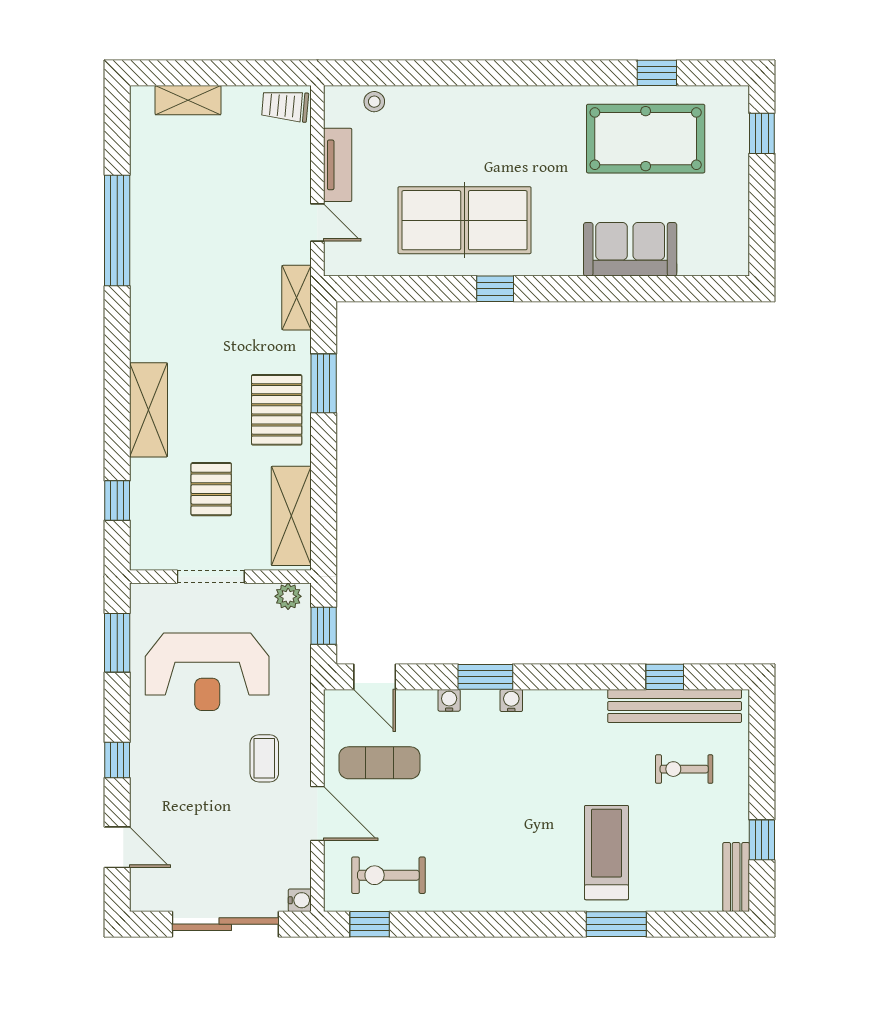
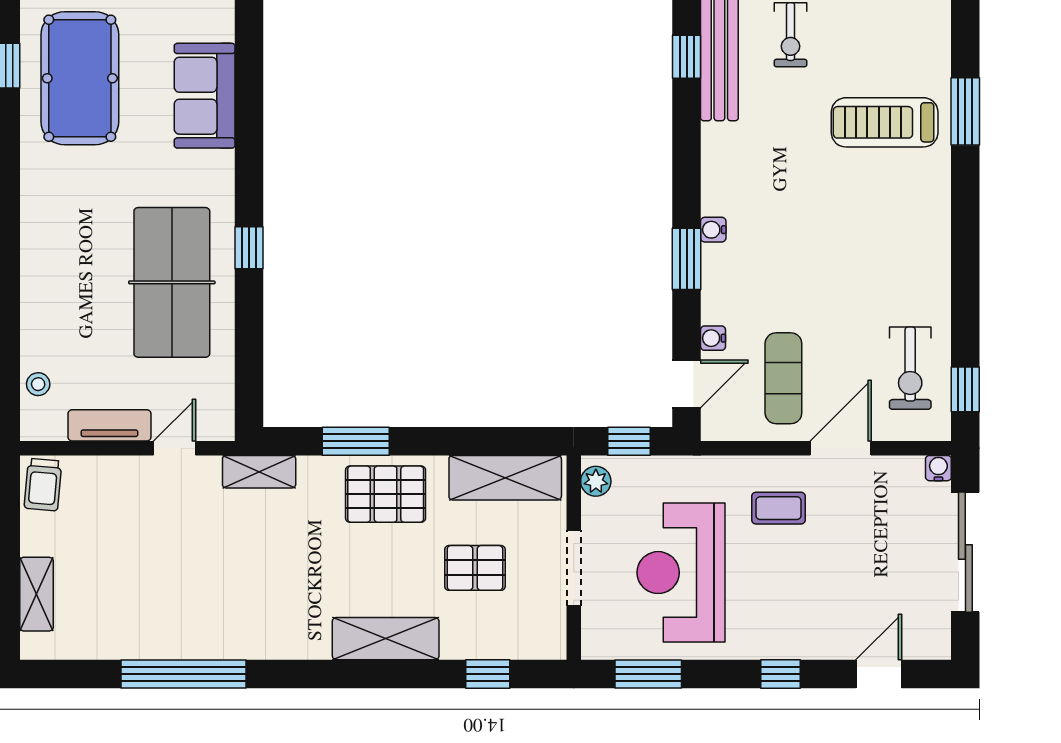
reception desk: (207, 672) -> (681, 573), turned 180
water cooler: (449, 700) -> (713, 338), moved

